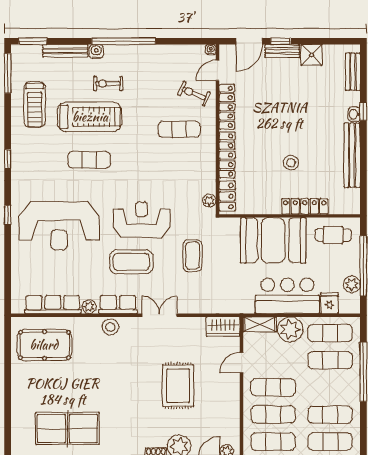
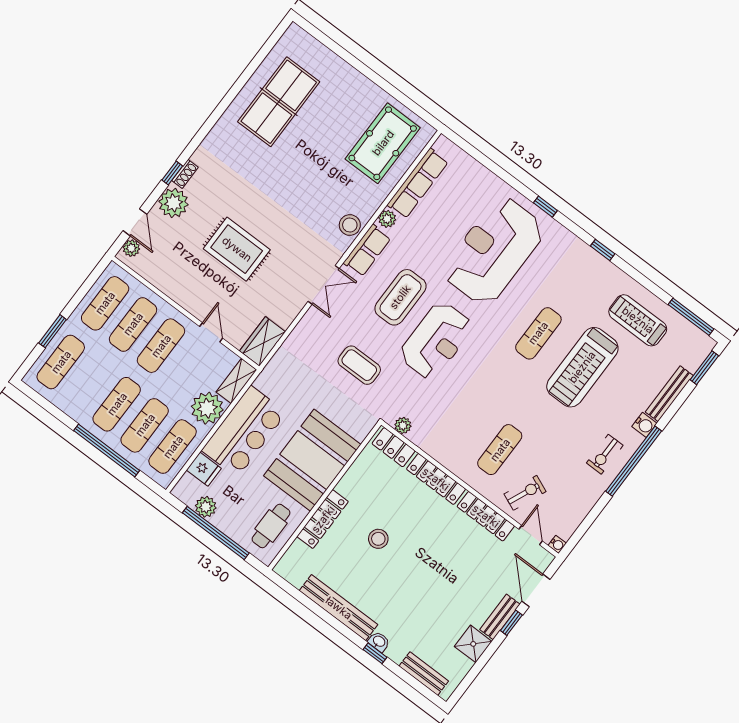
exercise bike: (108, 84) -> (605, 454), moved, turned 180
exercise mat: (330, 414) -> (117, 404), moved

